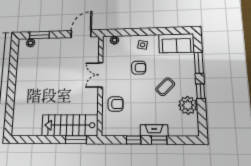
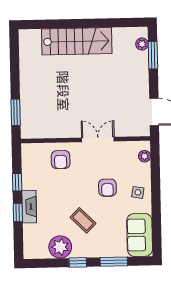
stairs: (70, 125) -> (77, 41), moved, turned 90

